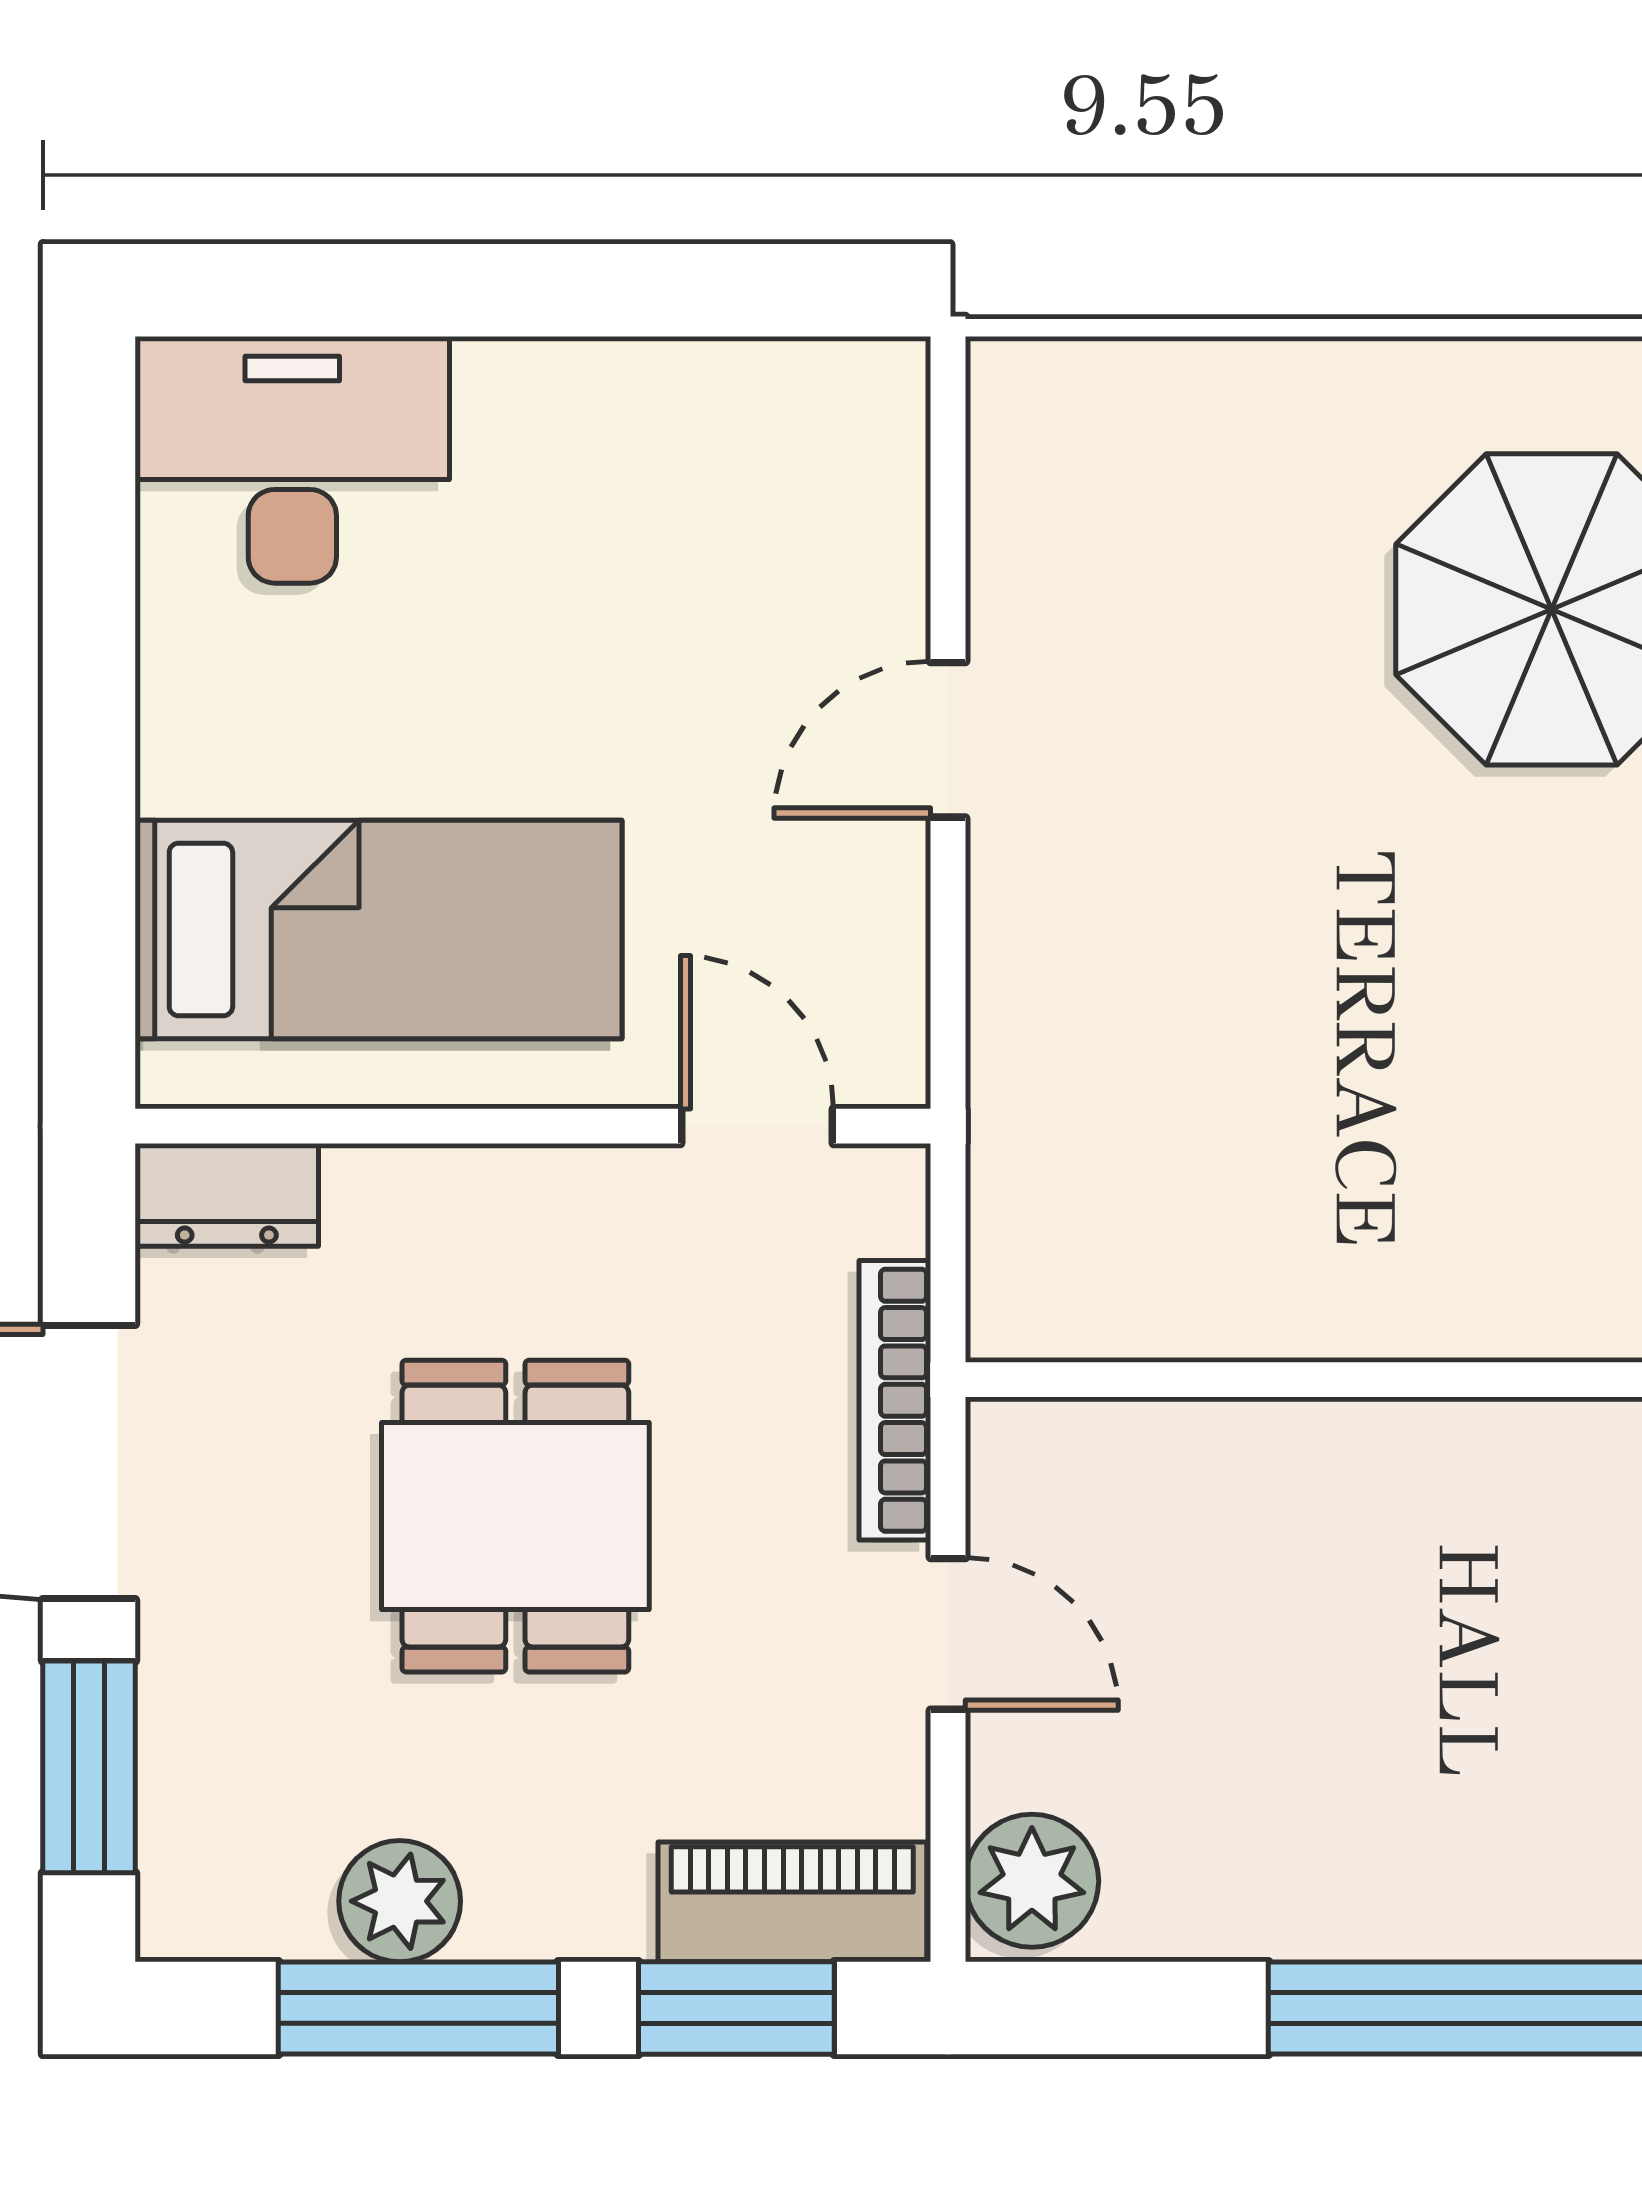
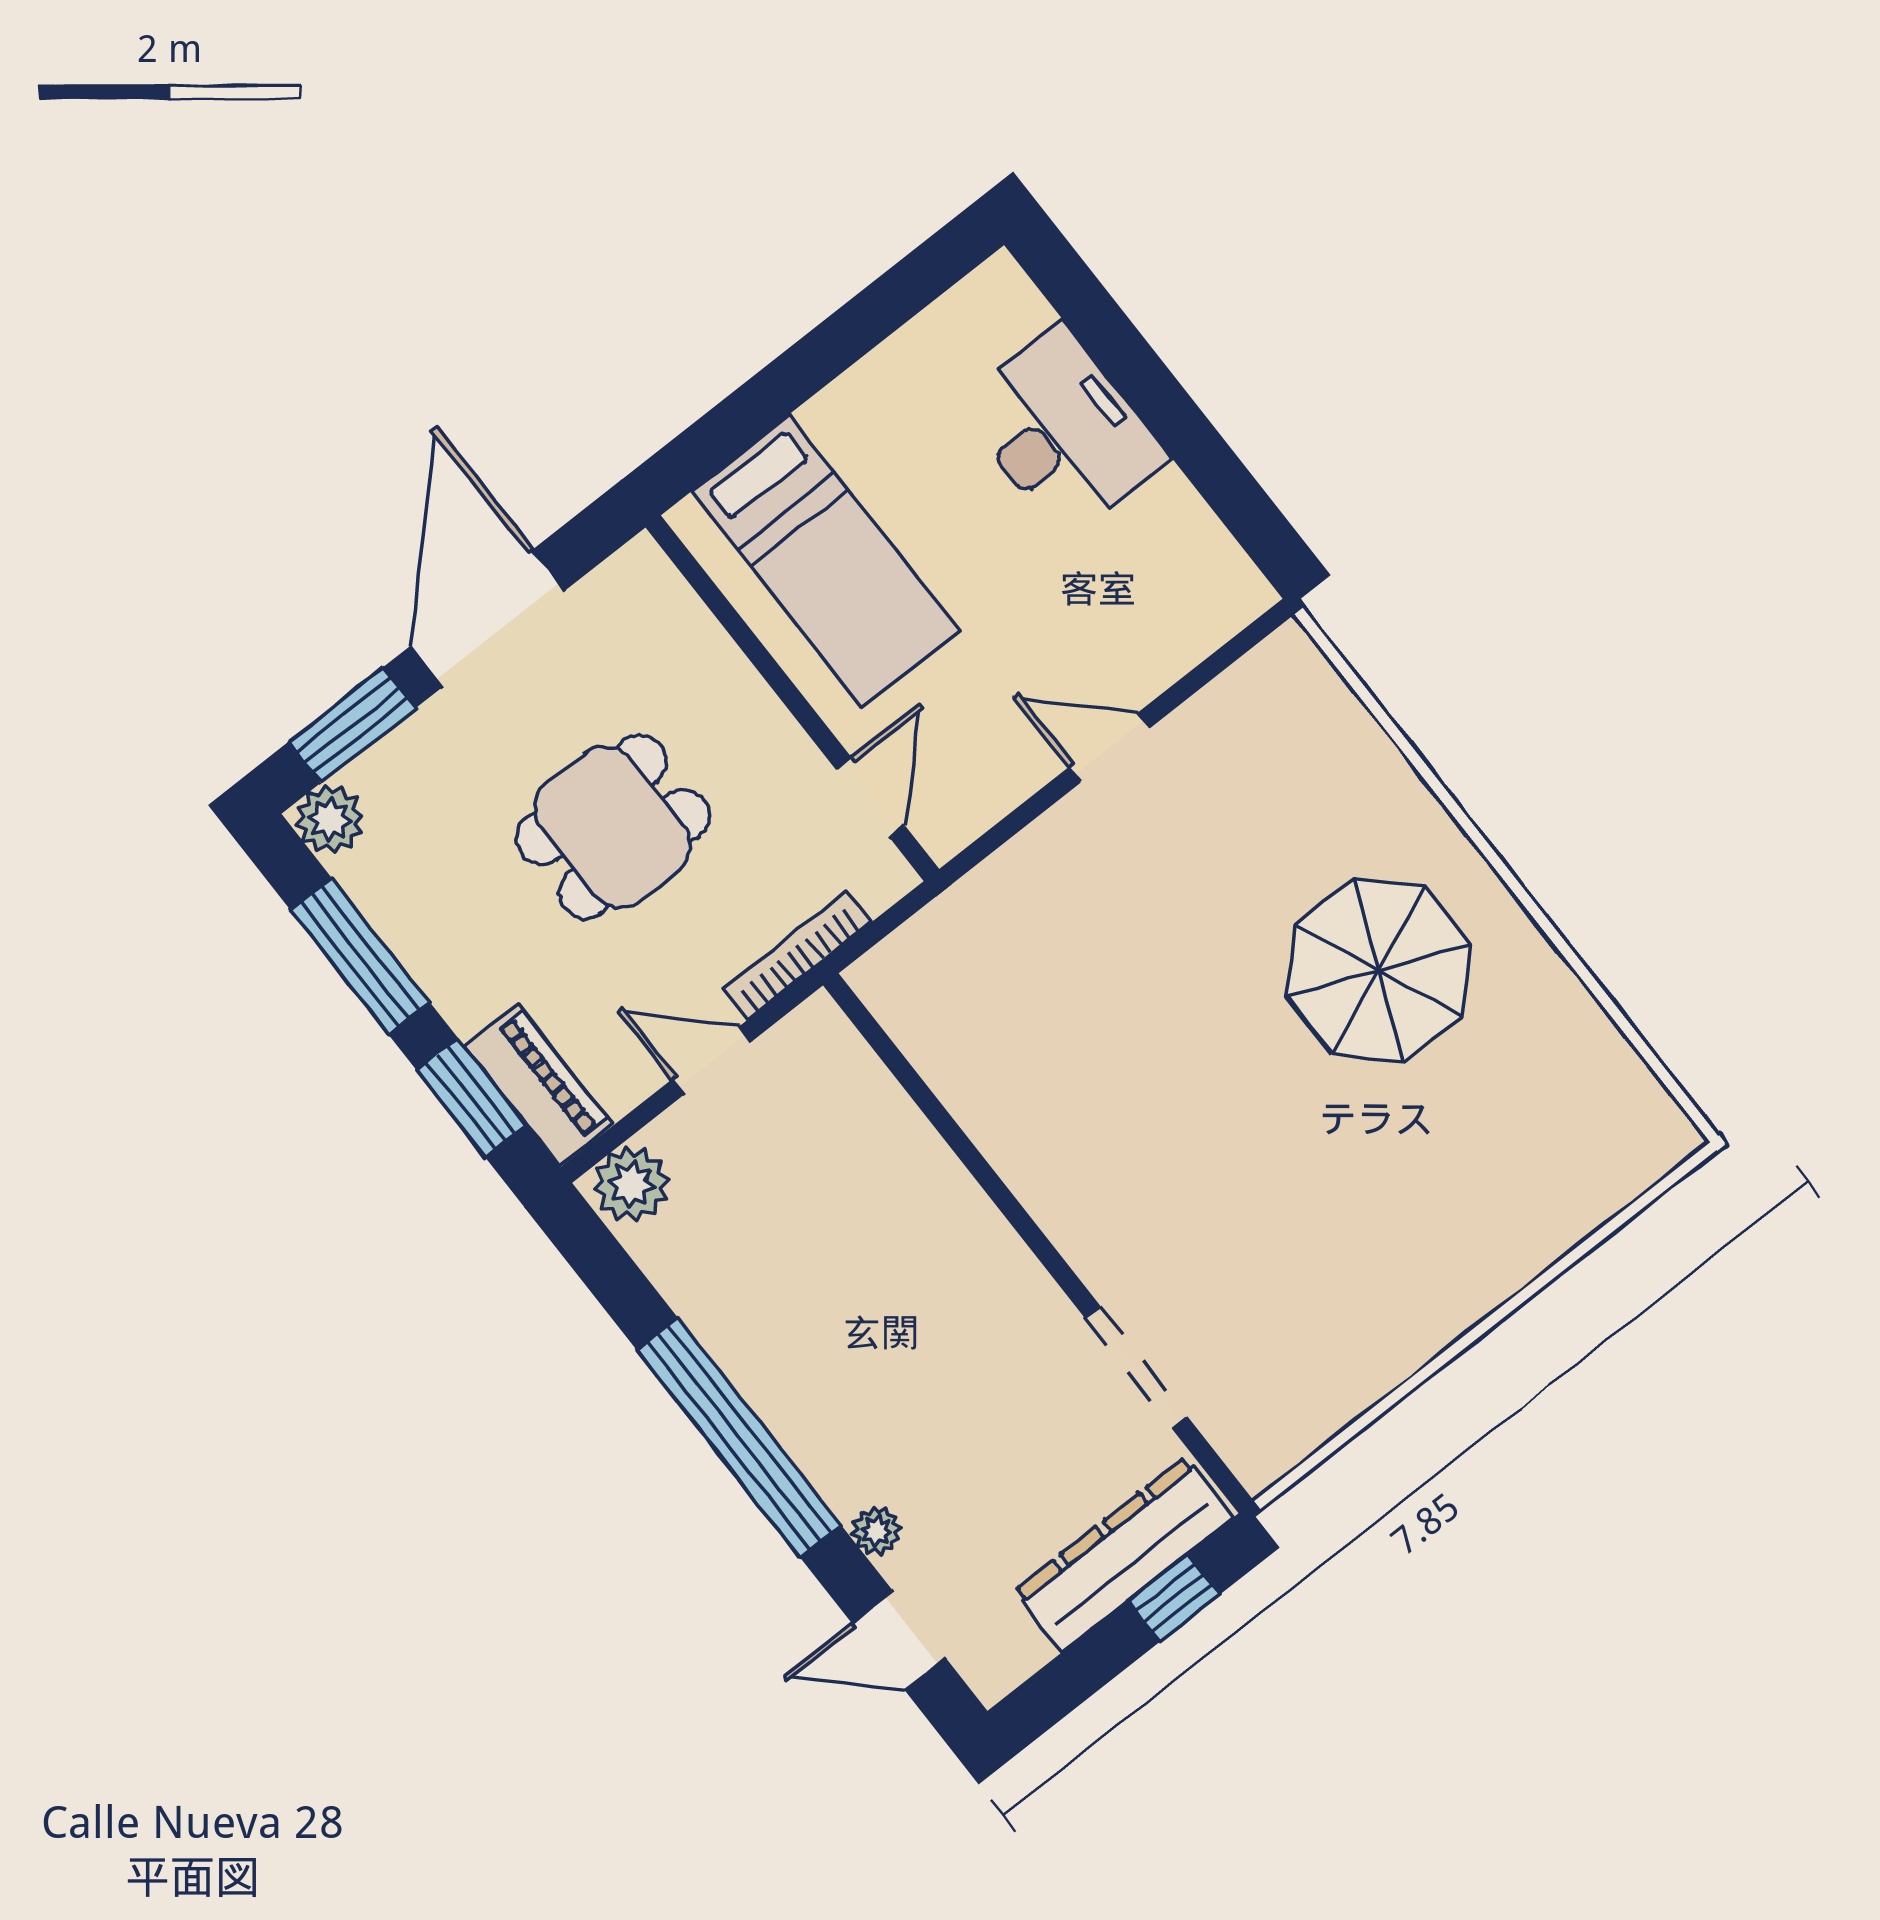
desk: (292, 460) -> (1063, 432), moved
dresser: (227, 1195) -> (655, 586), removed
door: (948, 1634) -> (712, 1060), swing flipped
plant: (400, 1901) -> (330, 820), moved

